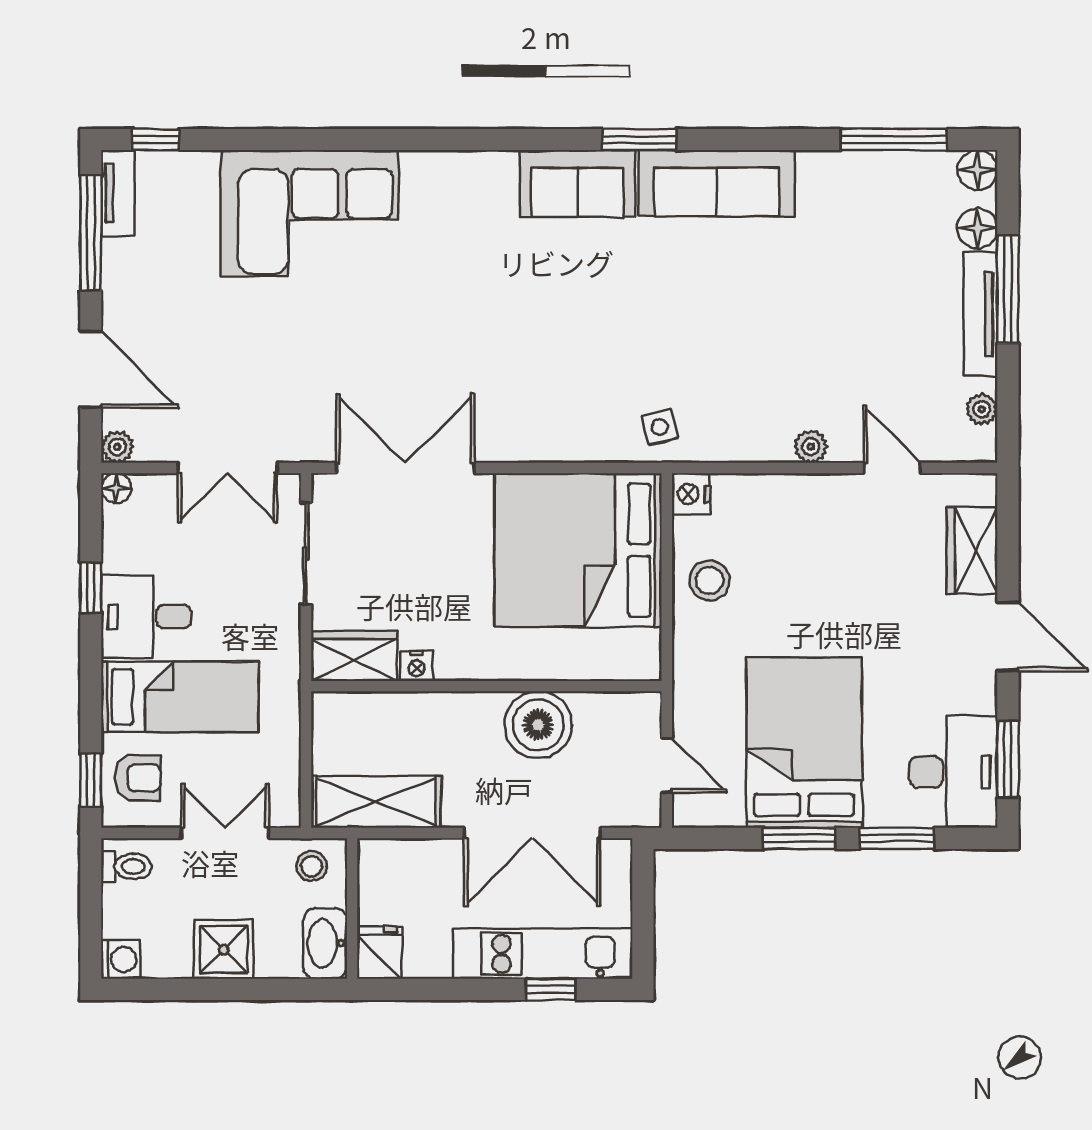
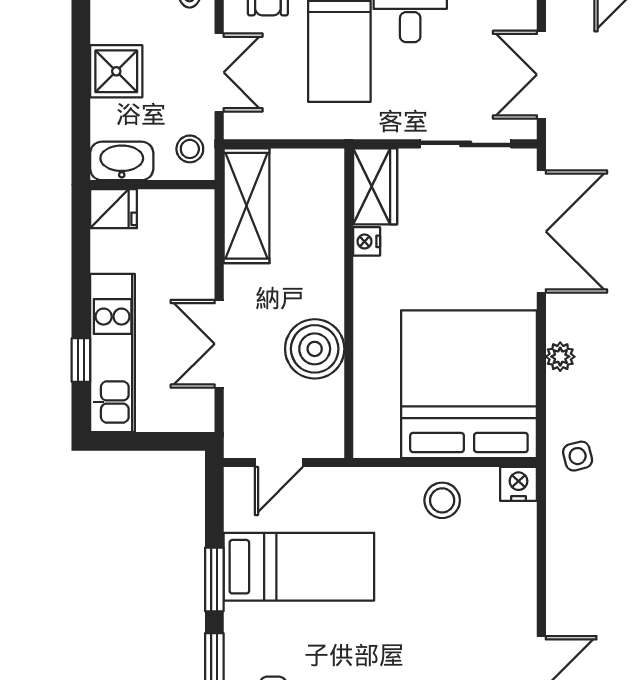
plant: (811, 447) -> (560, 357), moved
bed: (804, 743) -> (299, 567), width x0.67
double door: (532, 833) -> (219, 344), width x0.73

